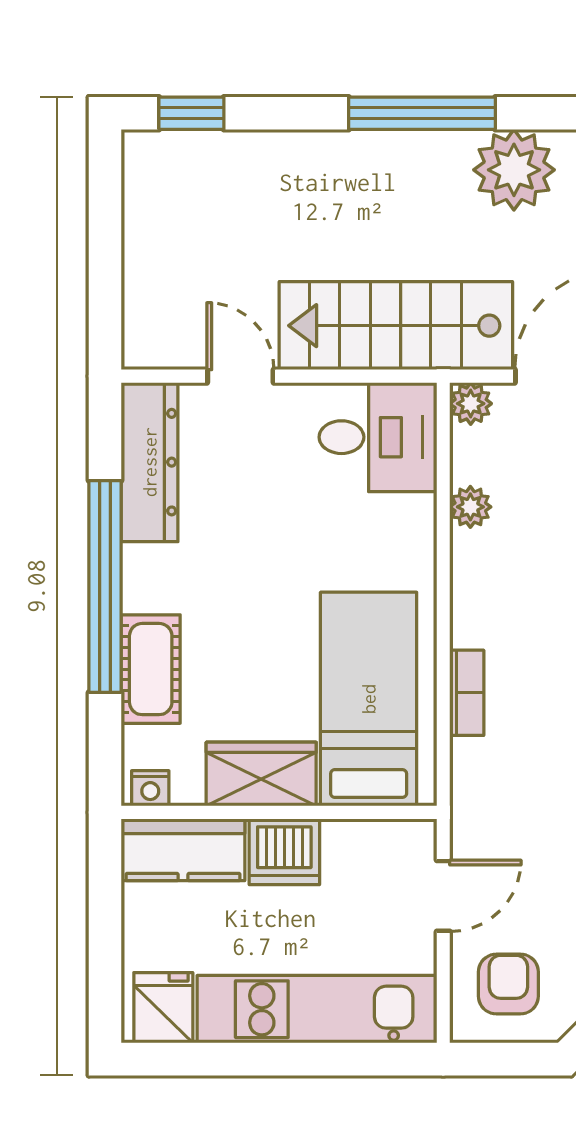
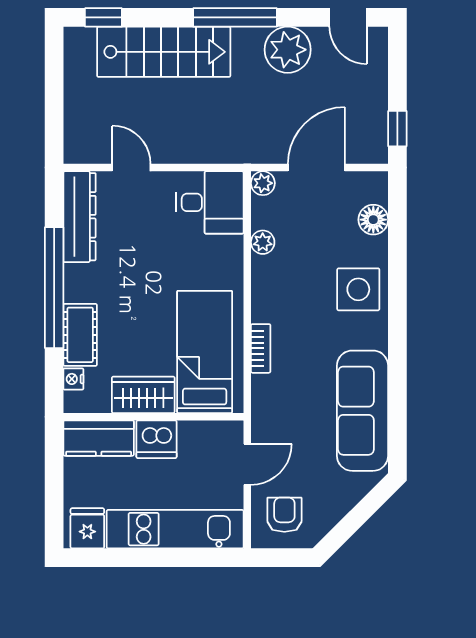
stairs: (396, 326) -> (164, 52), moved, turned 180
nightstand: (150, 788) -> (73, 379), moved, turned 90

